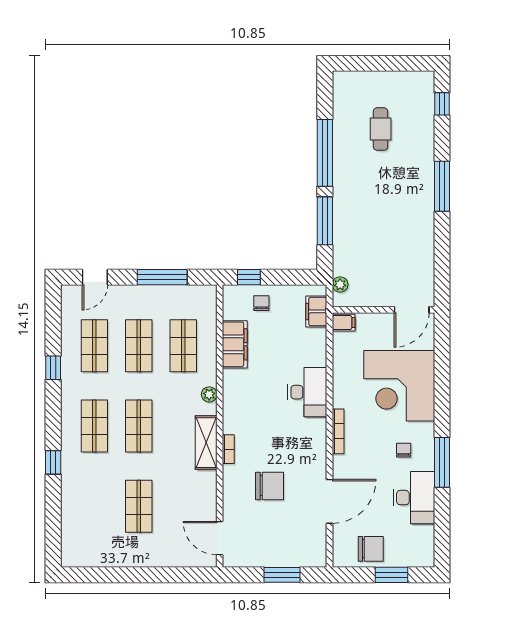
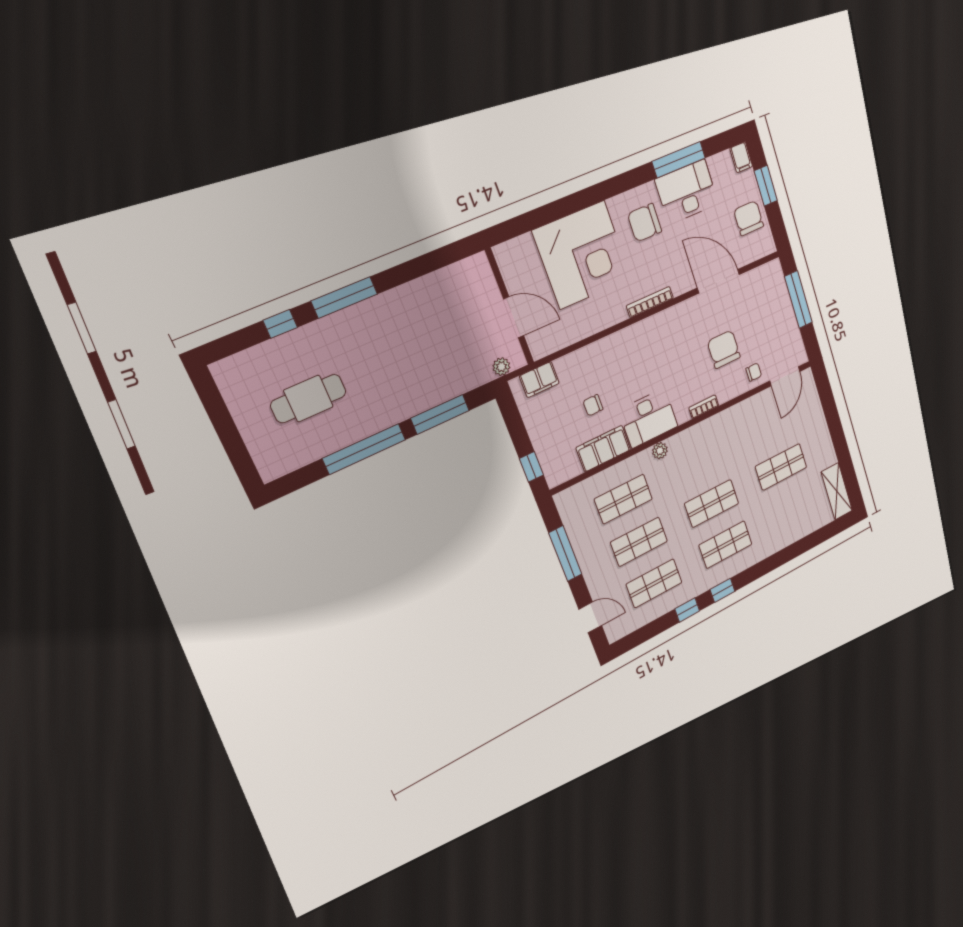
window: (442, 104) -> (280, 324), moved
cafe table: (381, 129) -> (308, 399), width x1.37, depth x1.35
chair: (261, 303) -> (593, 405), moved
door: (412, 310) -> (514, 317), moved
filing cabinet: (344, 323) -> (741, 157), moved, turned 180
desk: (307, 392) -> (648, 418), moved, turned 180
shelving: (206, 443) -> (837, 491), moved, turned 90
chair: (404, 450) -> (645, 223), width x1.87, depth x1.87
window: (53, 462) -> (722, 590), moved
window: (442, 462) -> (679, 160), moved
chair: (237, 508) -> (754, 372), added
window: (282, 575) -> (798, 299), width x1.44

